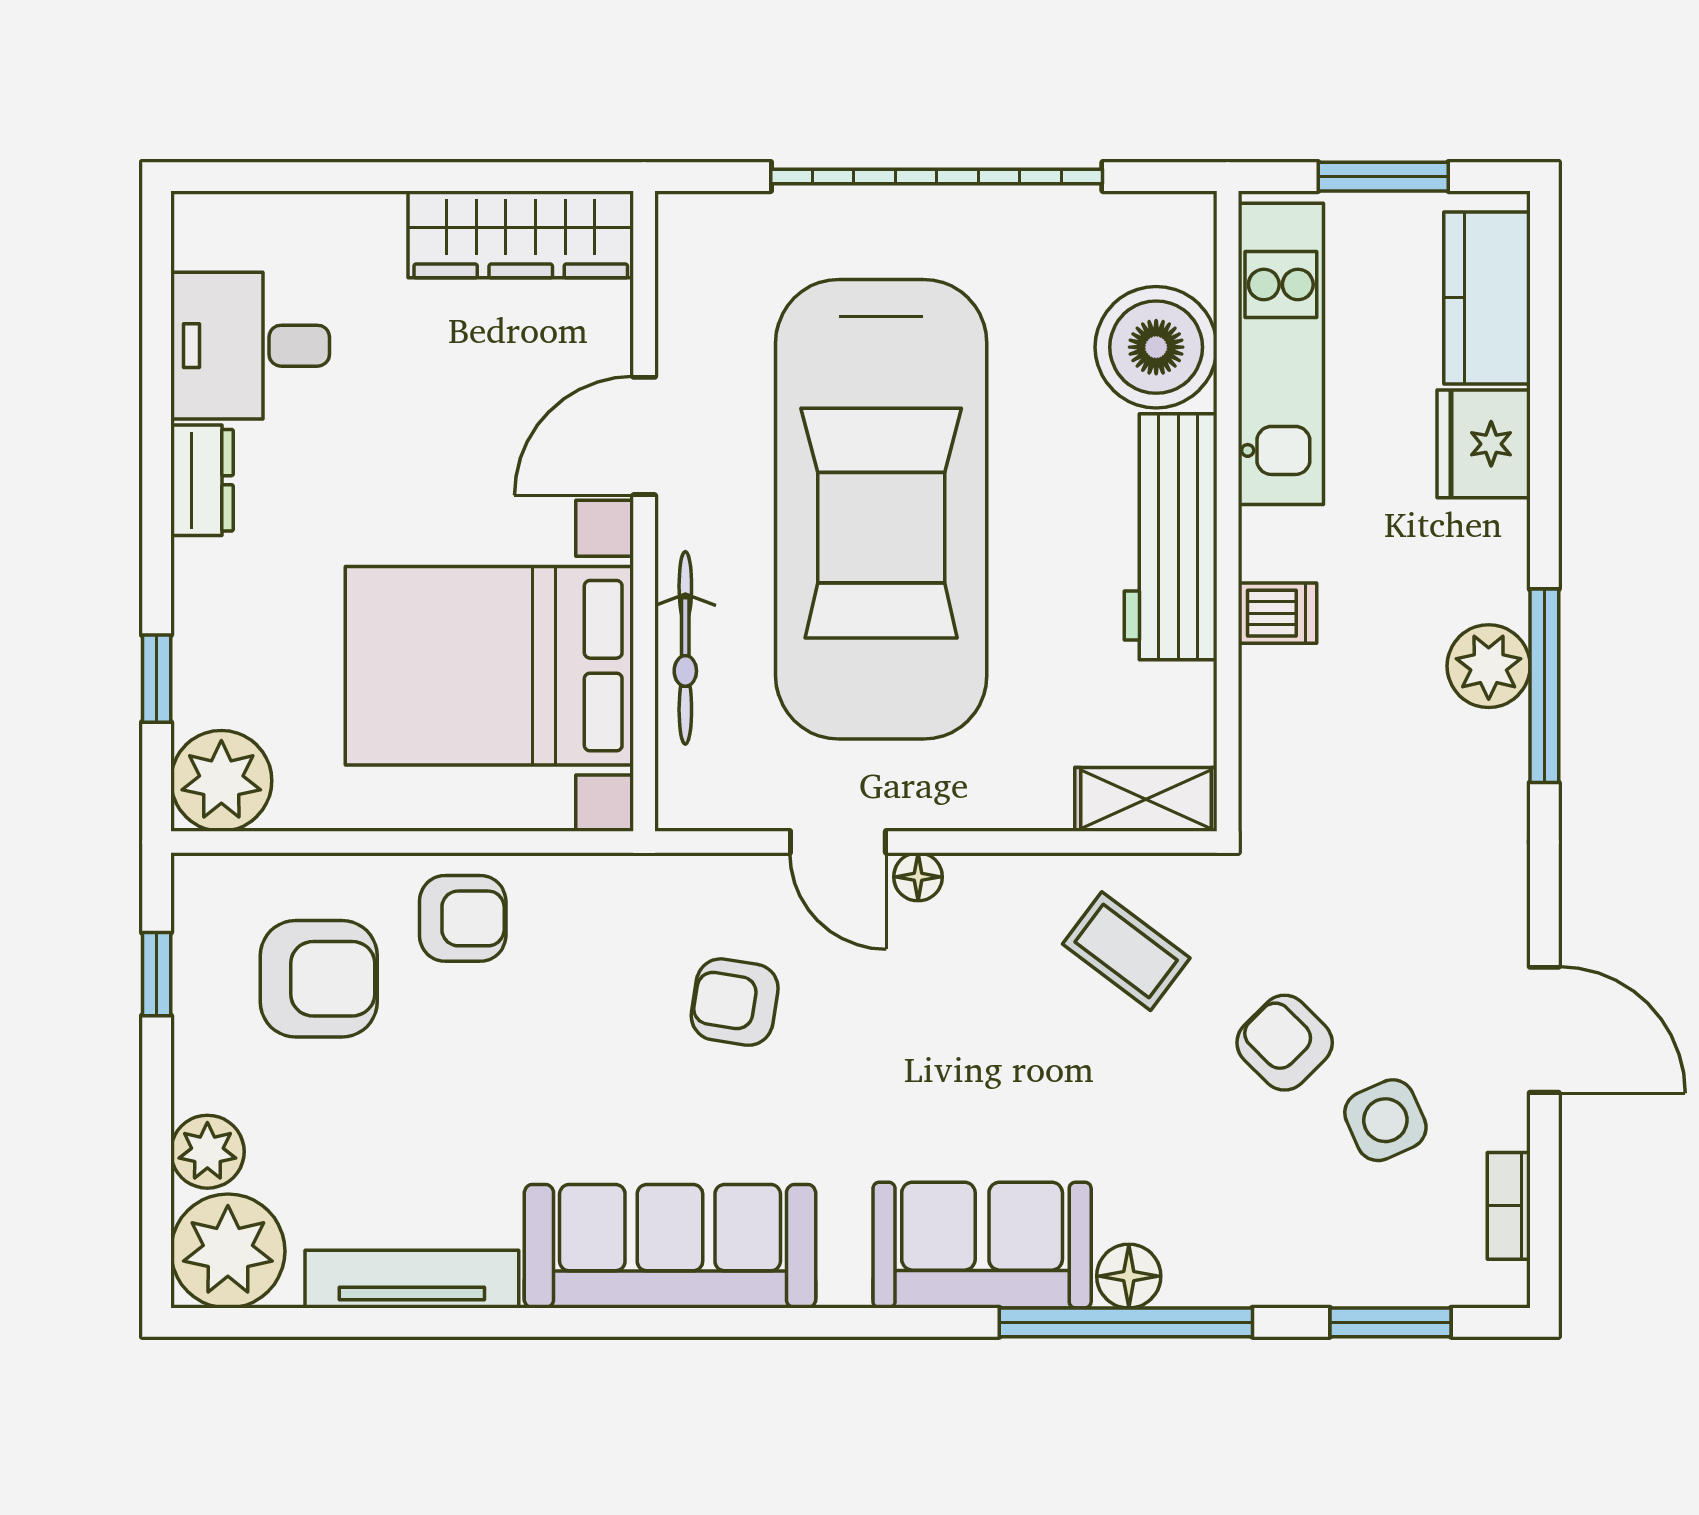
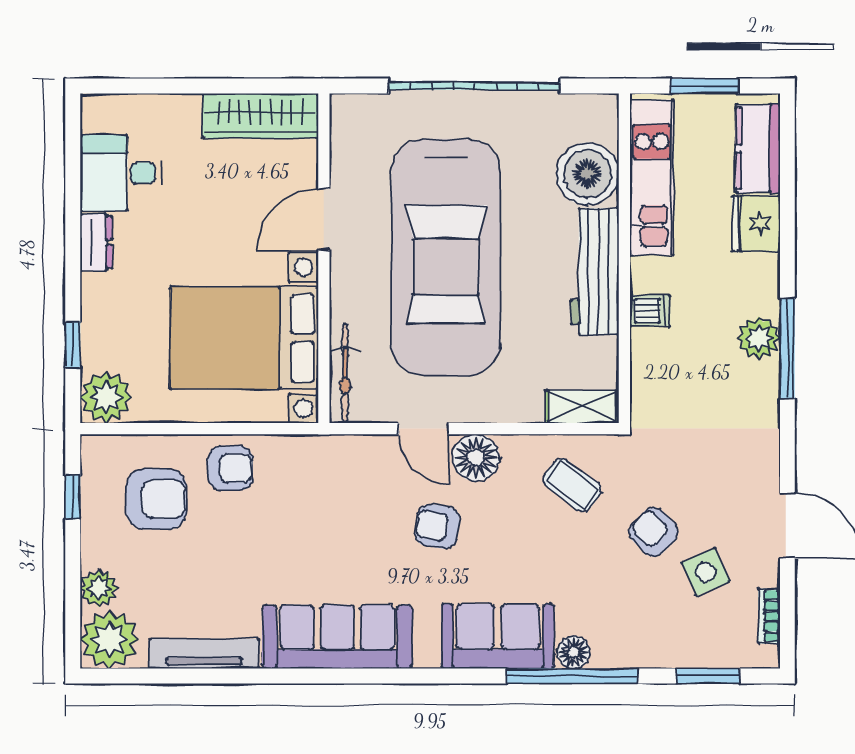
bicycle: (685, 648) -> (345, 373), moved
floor lamp: (918, 877) -> (476, 458), width x1.89, depth x1.89
armchair: (735, 1002) -> (437, 526), moved

